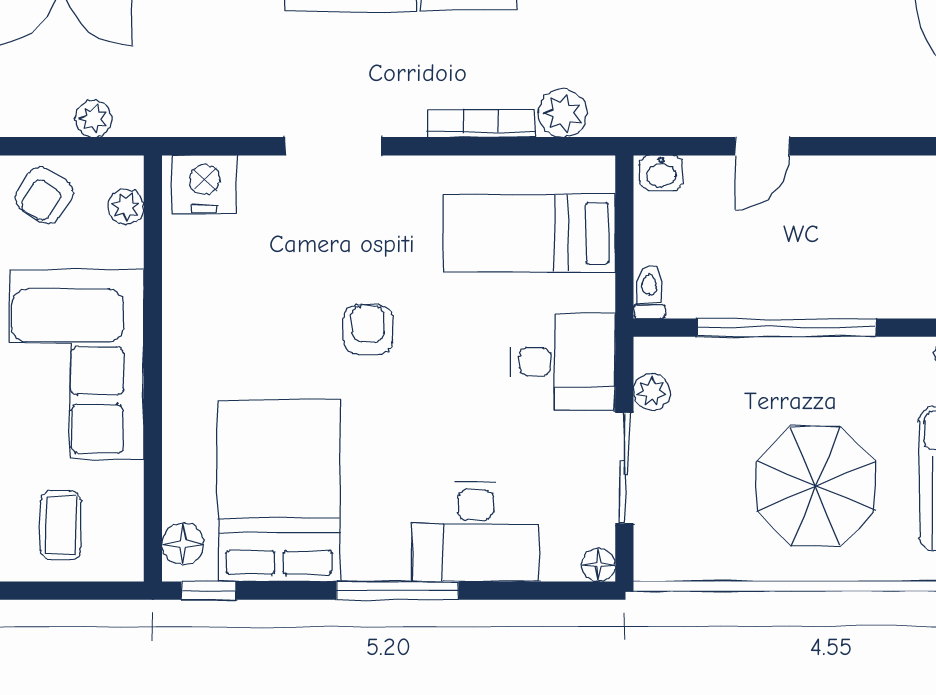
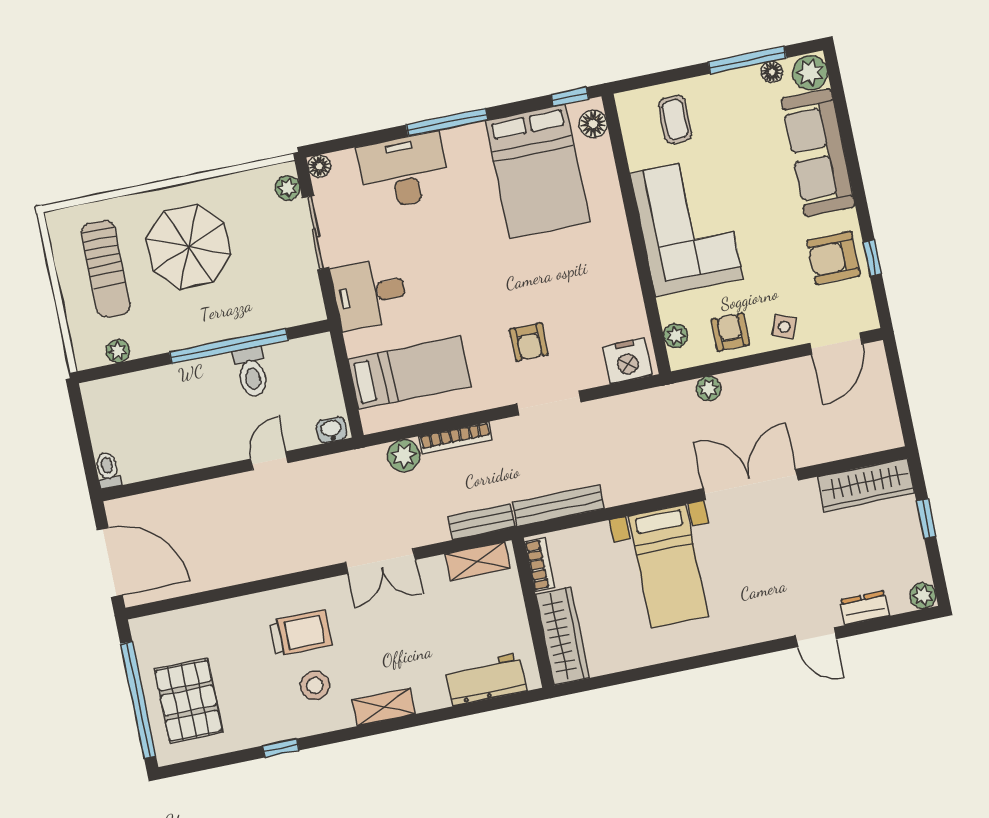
armchair: (44, 195) -> (730, 332), turned -32
toilet: (650, 292) -> (252, 372), moved, width x1.37, depth x1.39
armchair: (368, 330) -> (529, 342), moved
plant: (652, 392) -> (288, 188), moved

